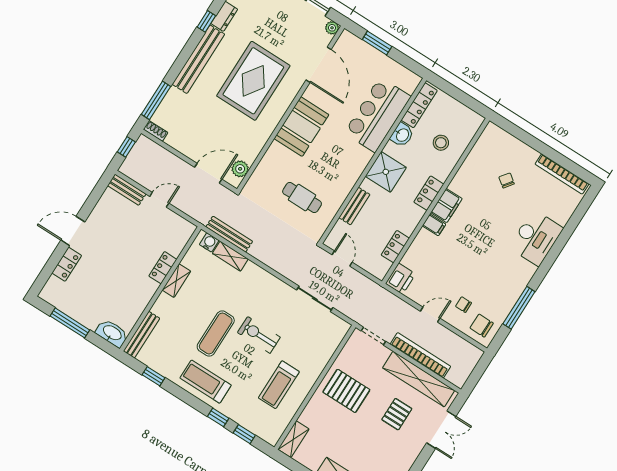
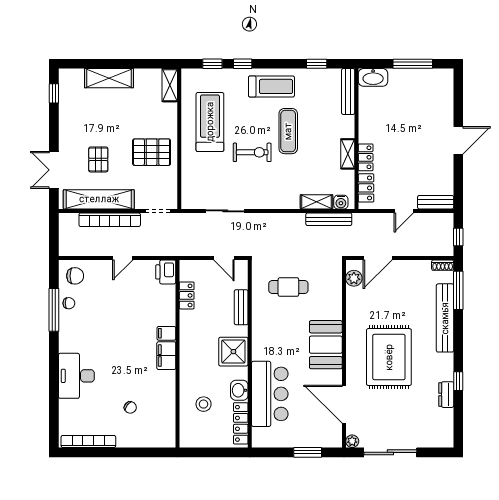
bench: (198, 59) -> (445, 318), moved
locker: (429, 193) -> (187, 357), removed
locker: (67, 264) -> (366, 188), moved, turned 180
chair: (464, 305) -> (69, 303), moved
treadmill: (279, 385) -> (210, 122), width x1.37, depth x1.38

